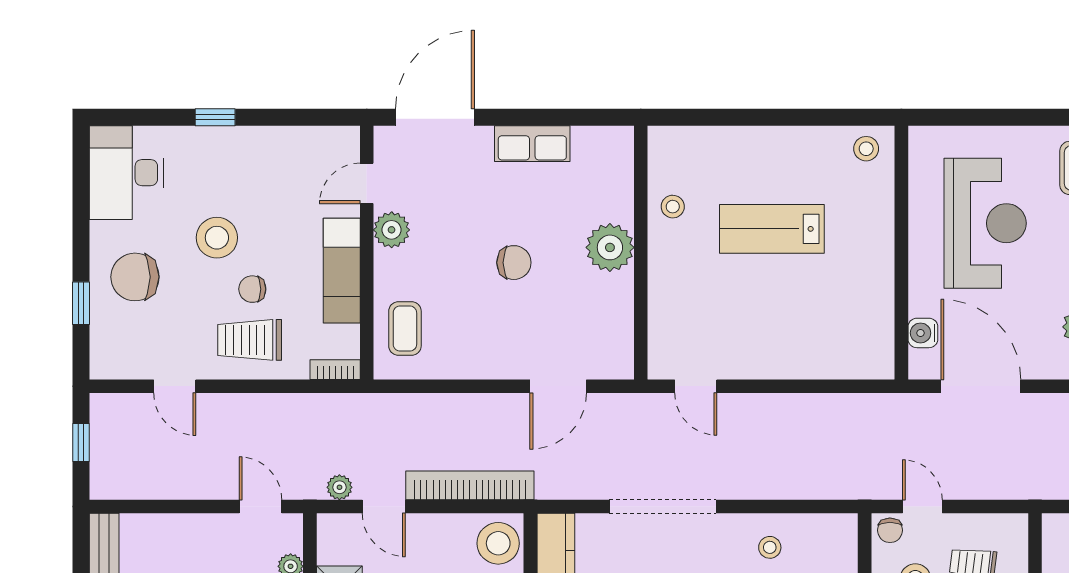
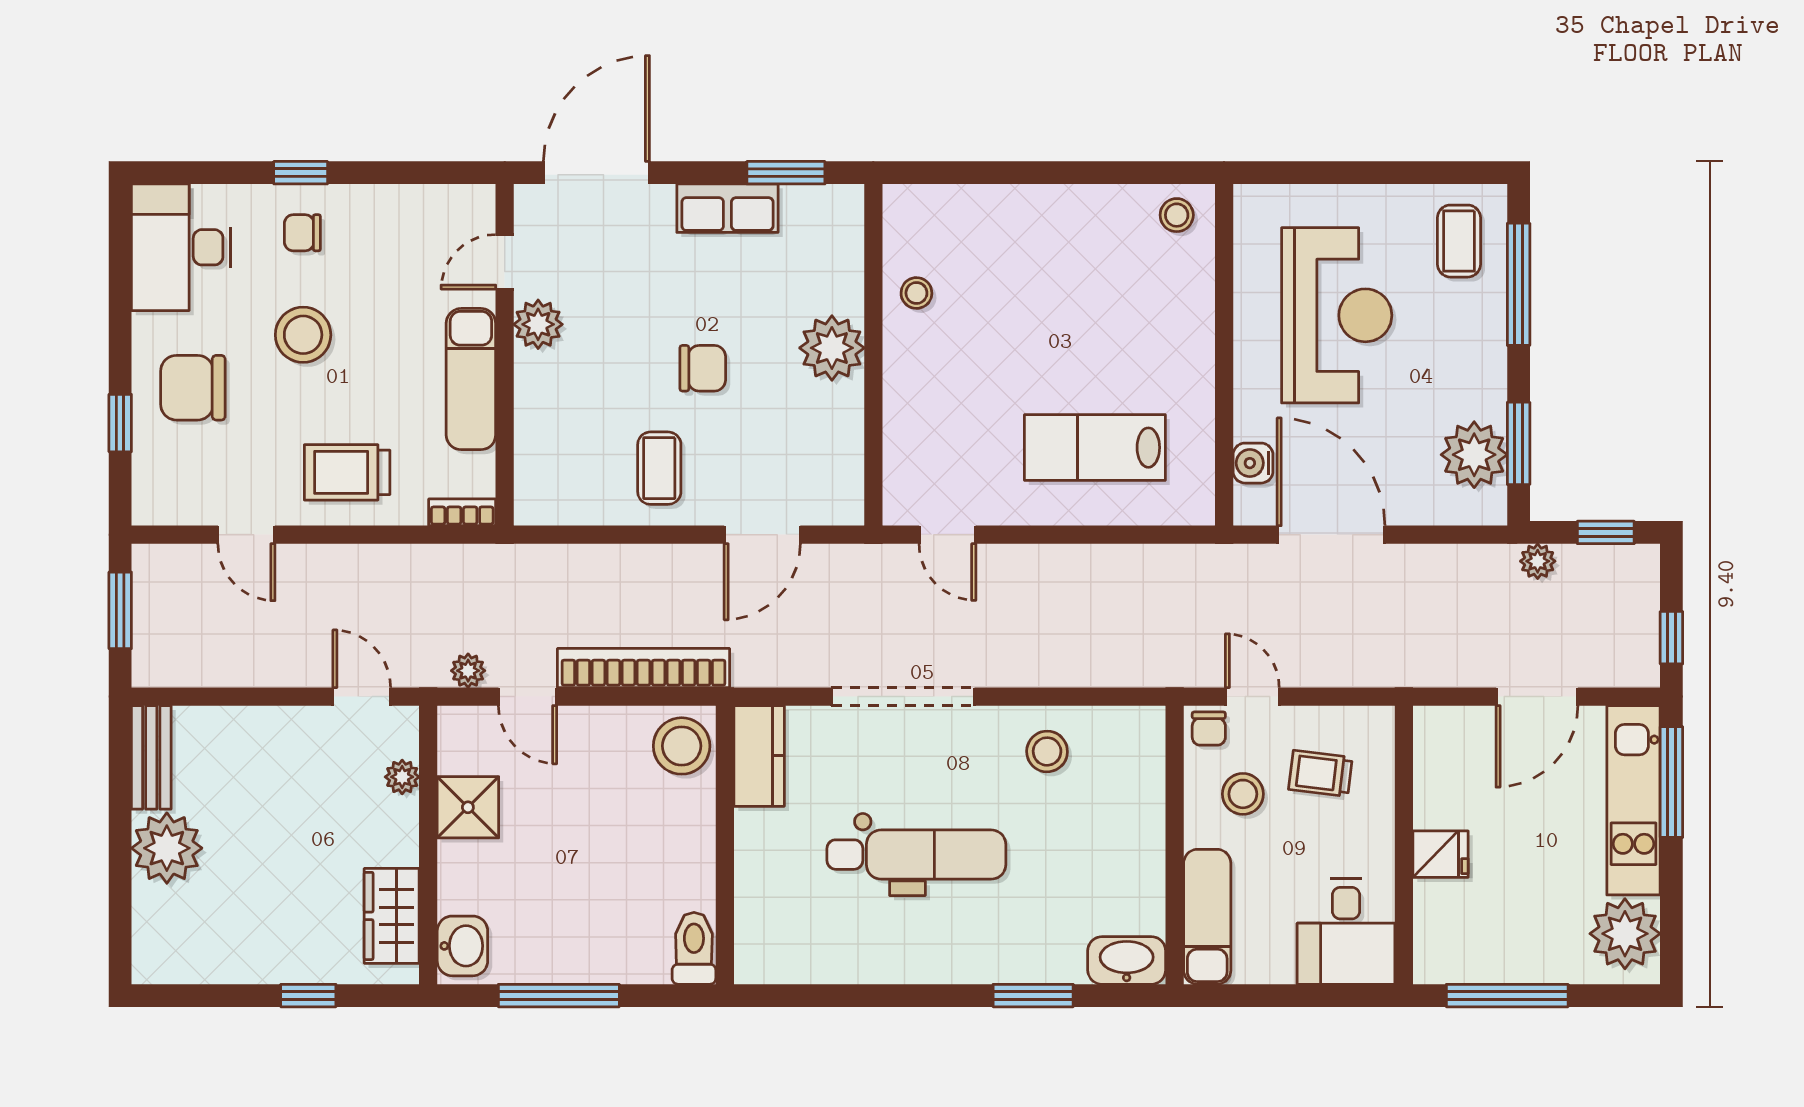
window: (576, 117) -> (786, 173), added
lab bench: (772, 229) -> (1095, 448), moved
chair: (252, 289) -> (302, 233), moved
coffee table: (405, 329) -> (659, 468), moved
window: (81, 442) -> (120, 610), width x1.50
stool: (770, 547) -> (1047, 751), width x1.37, depth x1.37

